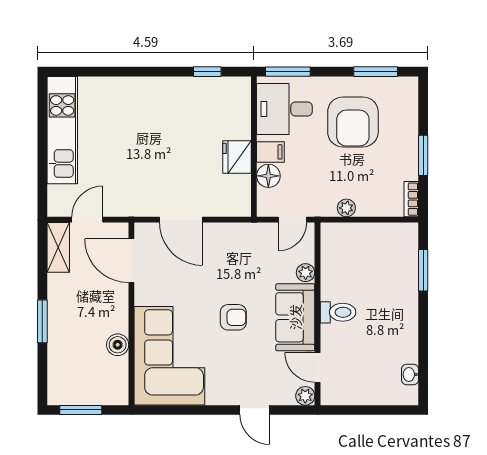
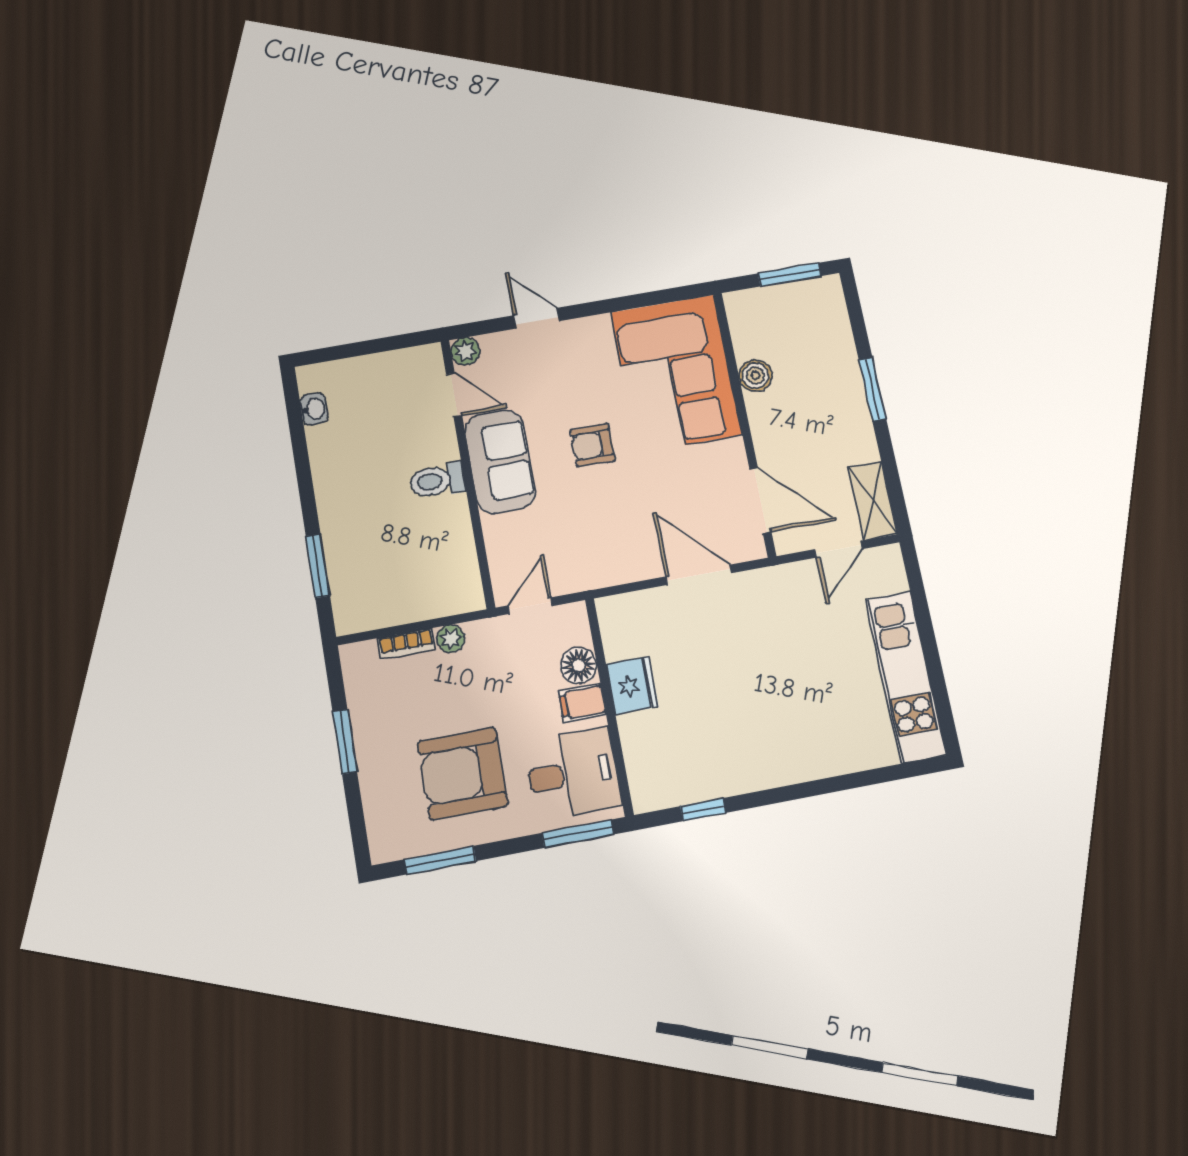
armchair: (353, 122) -> (463, 773), turned -90
bookcase: (411, 199) -> (406, 644), moved, turned 90
plant: (306, 273) -> (496, 530), removed

